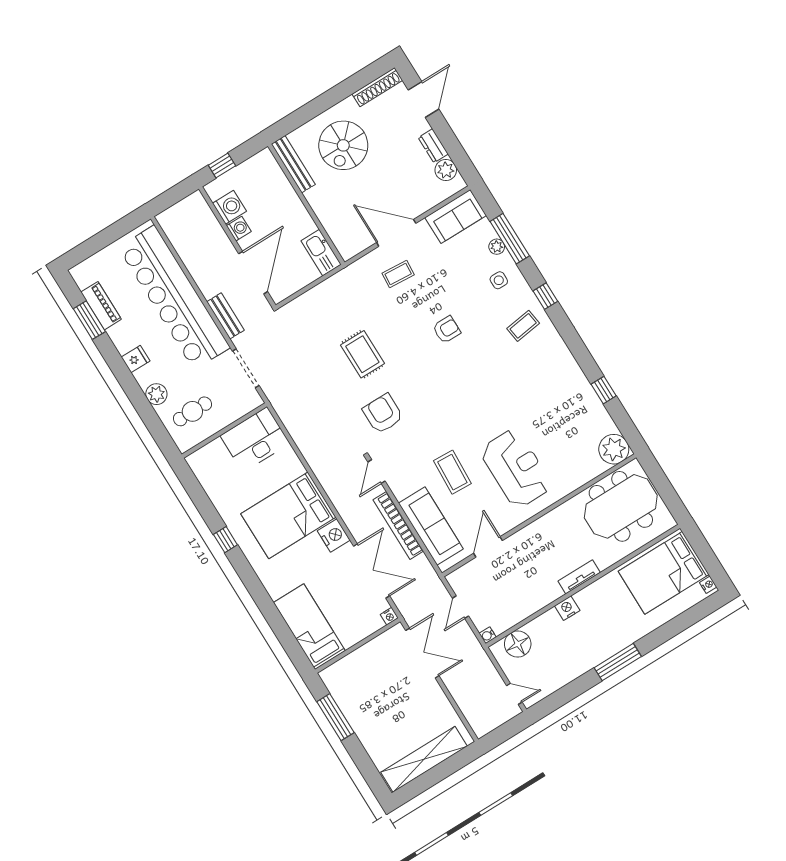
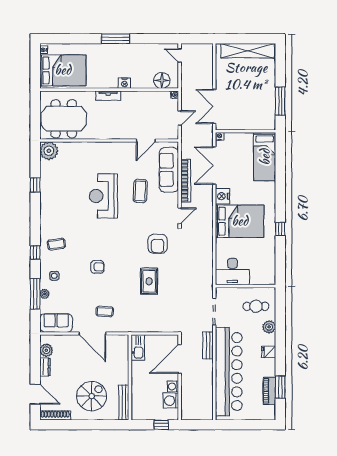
door: (423, 100) -> (35, 394), swing flipped
armchair: (447, 330) -> (97, 267), turned 180
reception desk: (516, 468) -> (103, 196), moved

